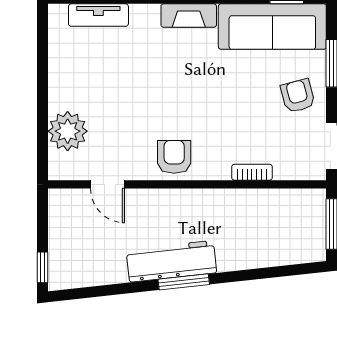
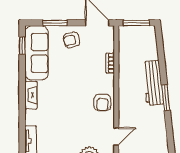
armchair: (174, 157) -> (102, 103), turned -90
workbench: (171, 261) -> (153, 83), moved

